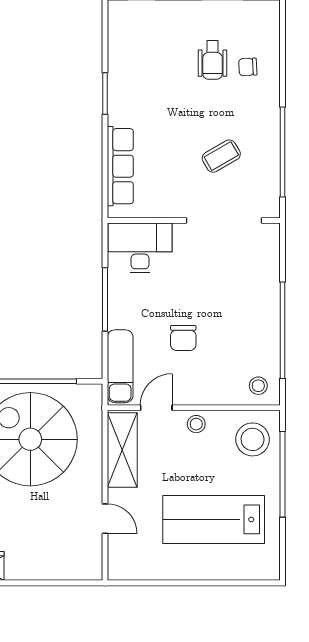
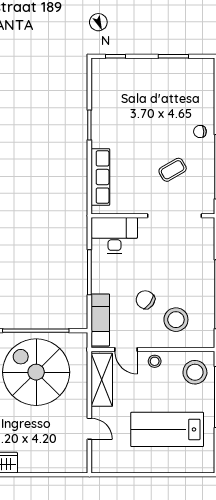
wheelchair: (213, 60) -> (166, 101), removed
chair: (248, 67) -> (200, 132), moved
chair: (183, 338) -> (145, 300), turned 125
stool: (258, 386) -> (176, 320), moved, width x1.89, depth x1.89
door: (156, 408) -> (126, 350), swing flipped

